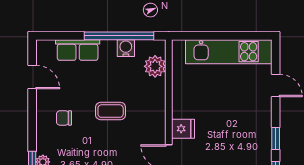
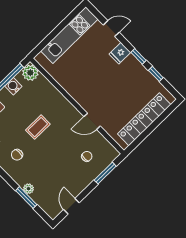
plant: (155, 66) -> (30, 73), moved
fridge: (183, 129) -> (120, 53), moved, turned 180

